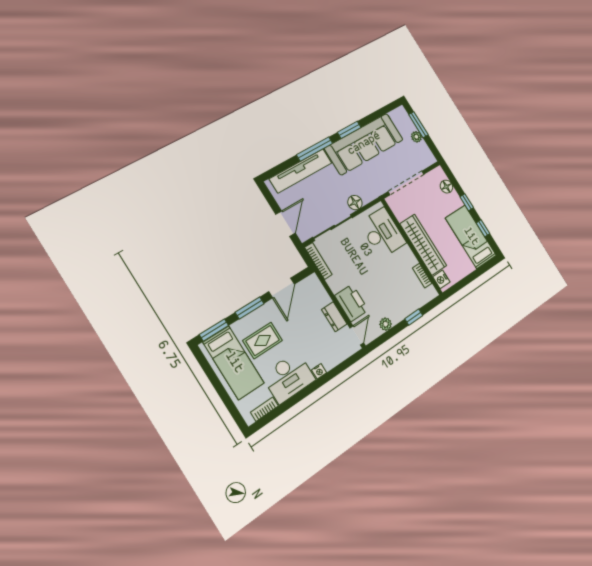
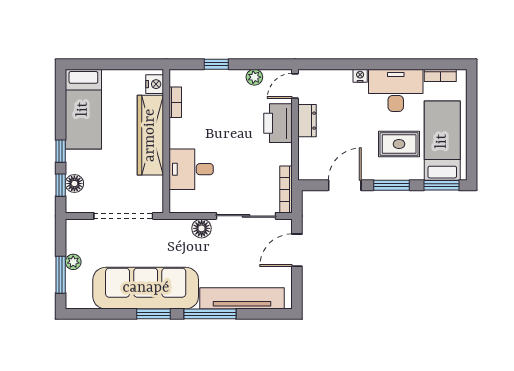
window: (483, 228) -> (61, 185), moved
desk: (382, 233) -> (191, 169), width x0.73

